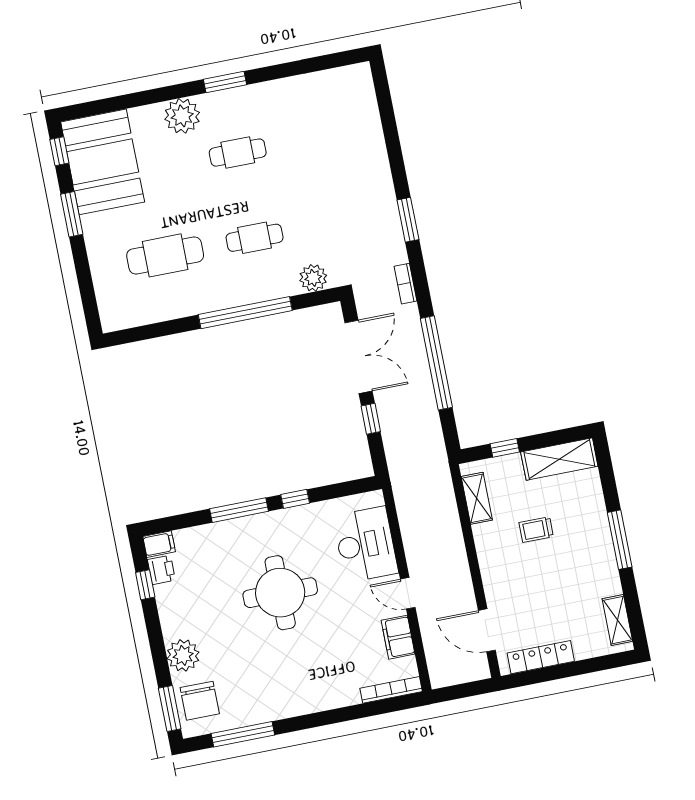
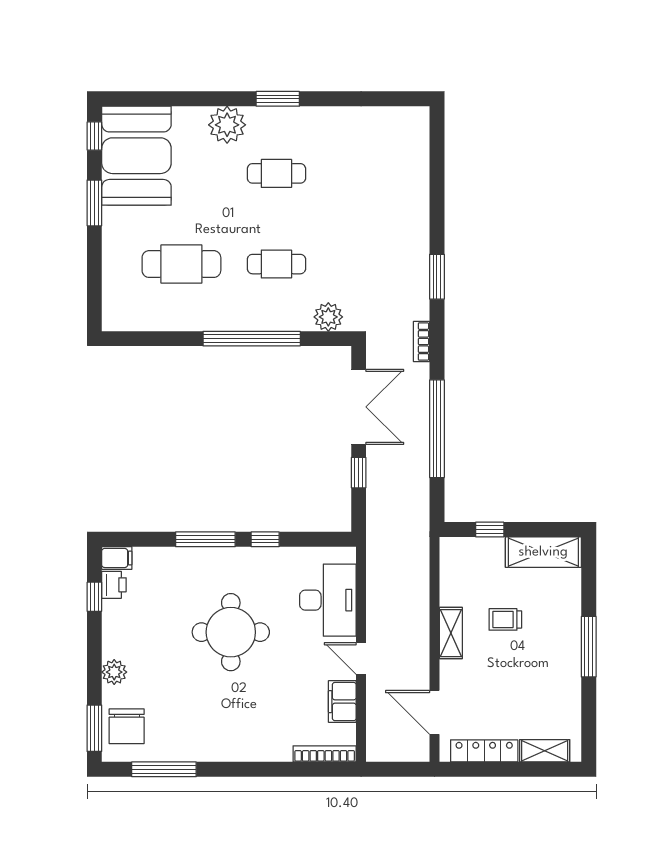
shelving: (477, 498) -> (451, 633), moved
shelving: (617, 620) -> (545, 751), moved, turned 90
plant: (183, 655) -> (114, 672), width x0.73, depth x0.73

